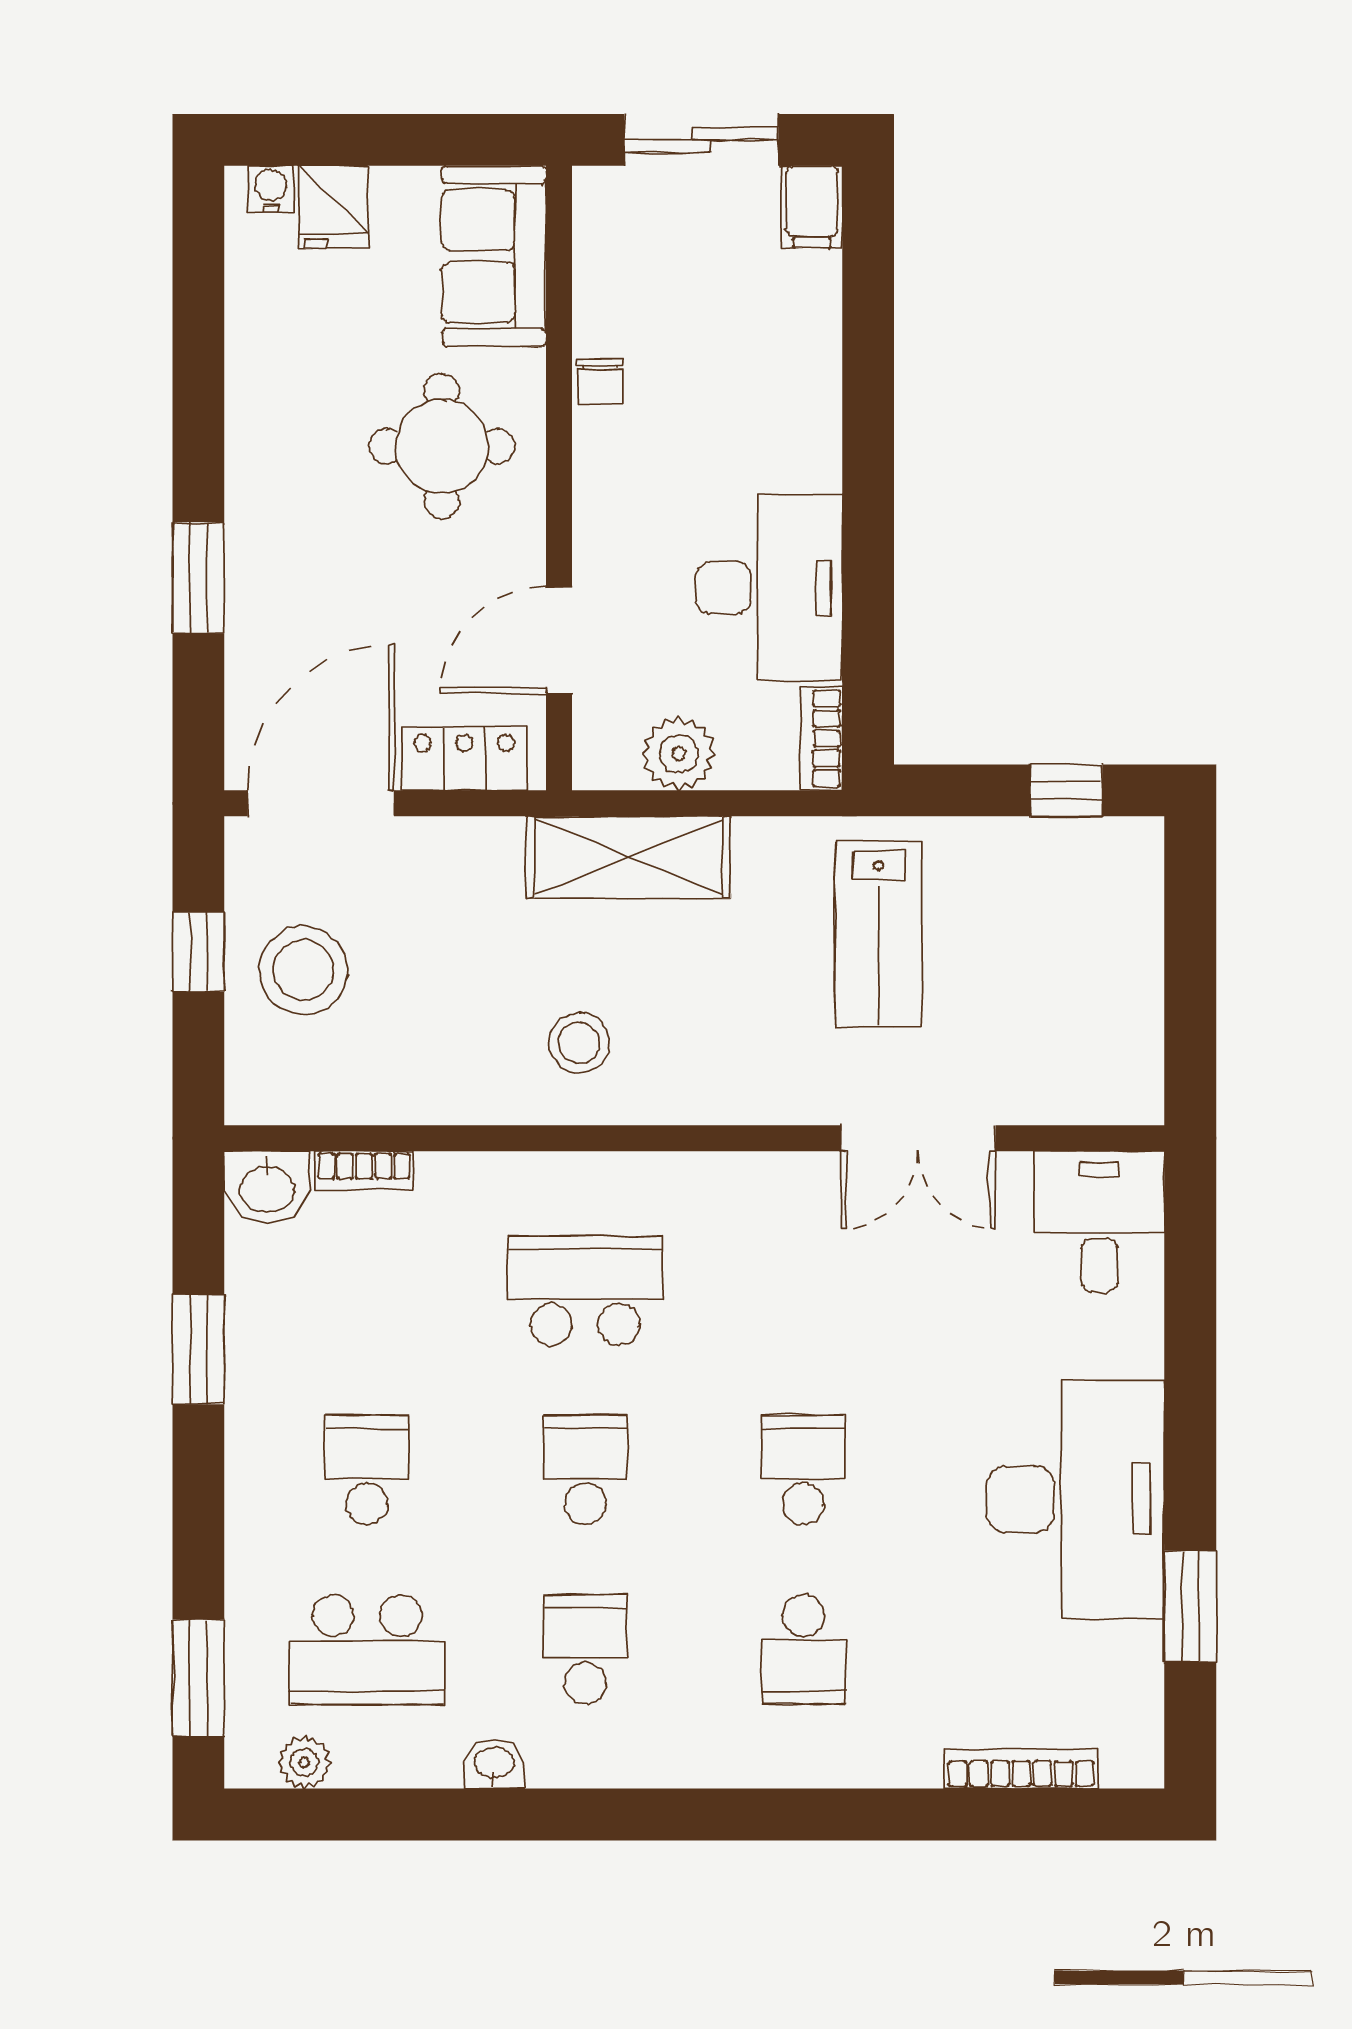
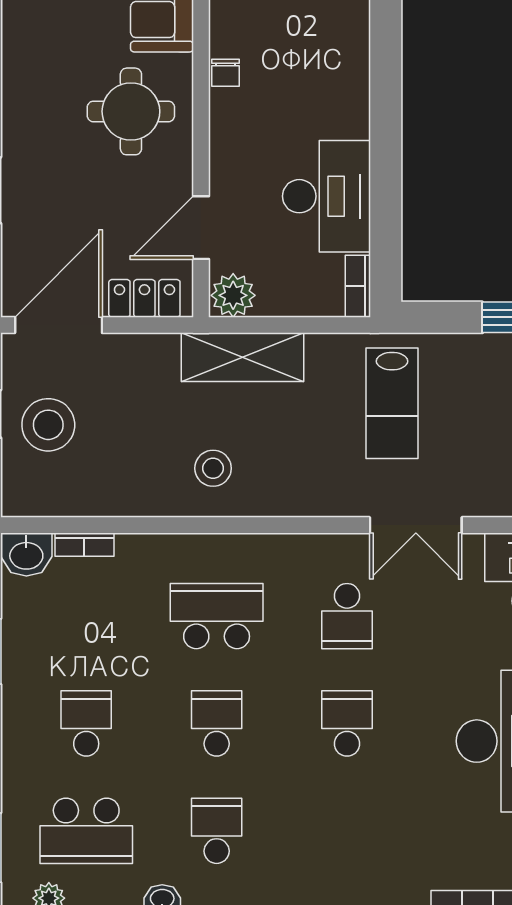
plant: (679, 754) -> (233, 295), moved
school desk: (803, 1649) -> (347, 616), moved

